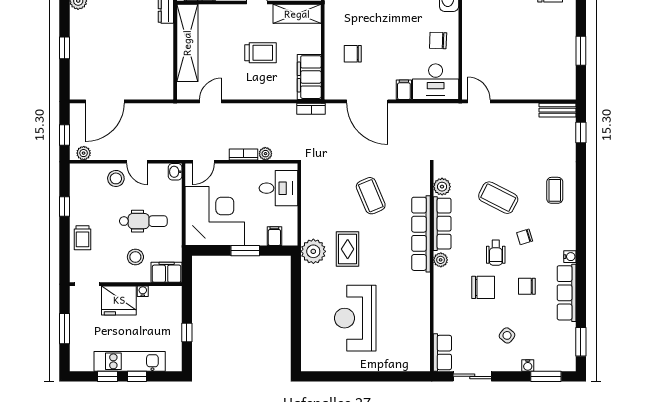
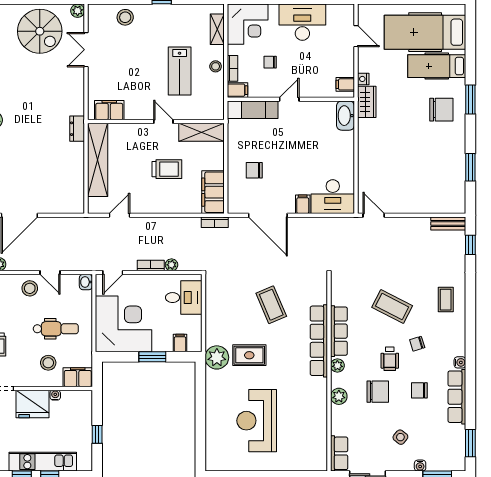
chair: (438, 40) -> (335, 158), removed
plant: (442, 187) -> (339, 396), moved
rug: (348, 249) -> (249, 355), turned 90

